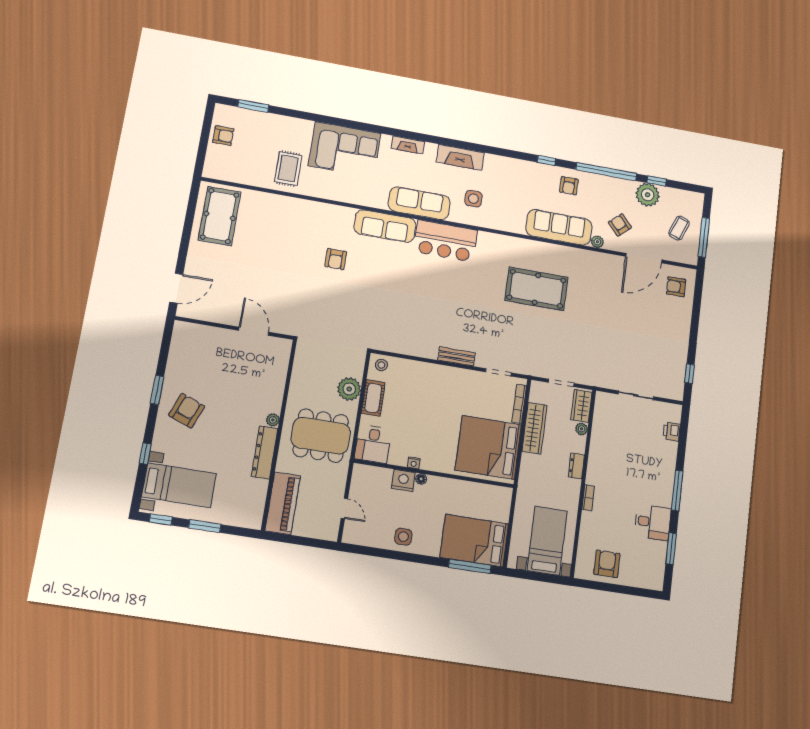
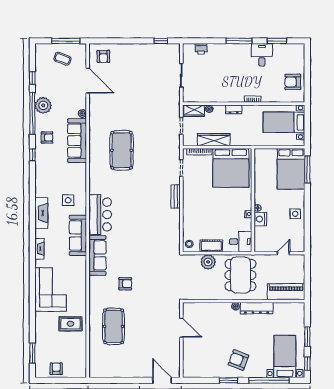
plant: (648, 195) -> (43, 105), moved
pool table: (220, 216) -> (114, 326), moved, turned 90
armchair: (620, 225) -> (68, 100), removed
door: (254, 331) -> (181, 328), swing flipped
window: (145, 454) -> (269, 380), width x3.17

